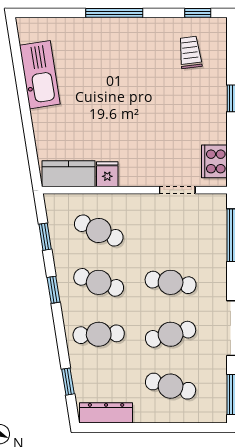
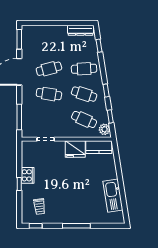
cooker: (214, 161) -> (28, 175), moved
fridge: (107, 174) -> (75, 149), width x1.88, depth x1.34
plant: (57, 210) -> (104, 129), added
cafe table: (171, 386) -> (49, 43), removed

